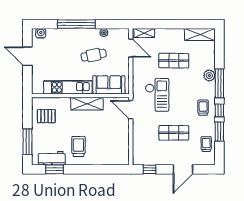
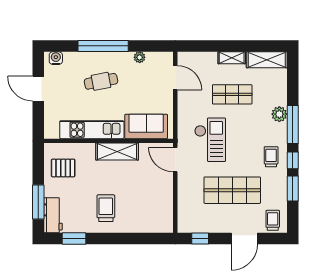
shelving: (144, 33) -> (232, 58), moved
cafe table: (94, 55) -> (101, 81), moved
shop shelf: (174, 133) -> (232, 190), width x1.43, depth x1.36
trolley: (206, 144) -> (273, 220), moved
workbench: (52, 158) -> (53, 215), moved, turned 90

